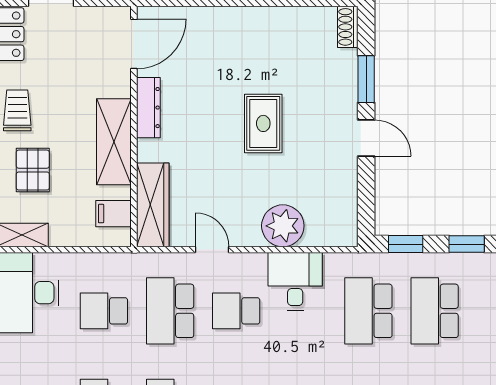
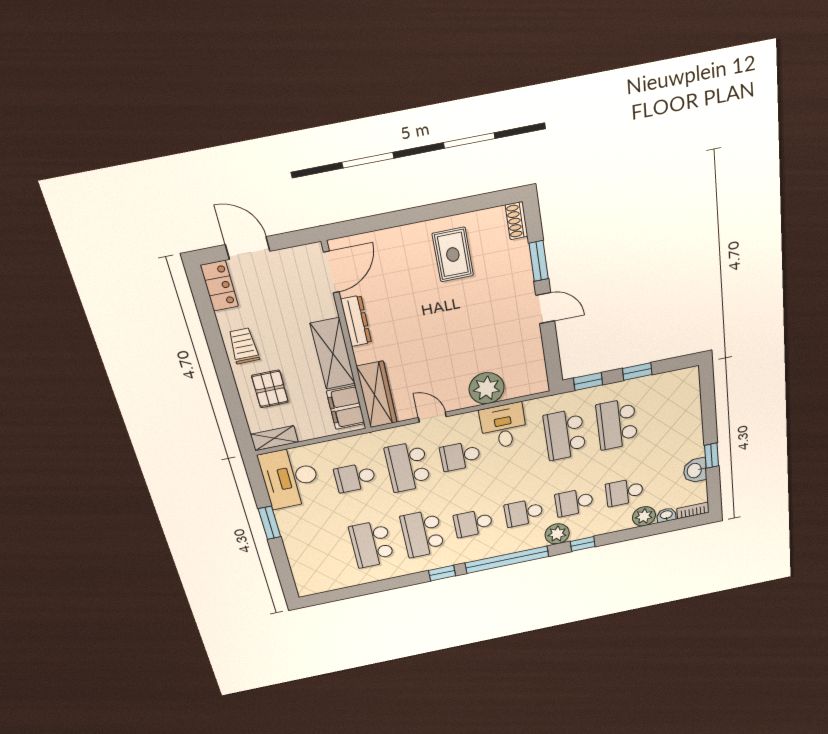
rug: (263, 123) -> (453, 255), moved
filing cabinet: (113, 214) -> (346, 407), width x2.00

